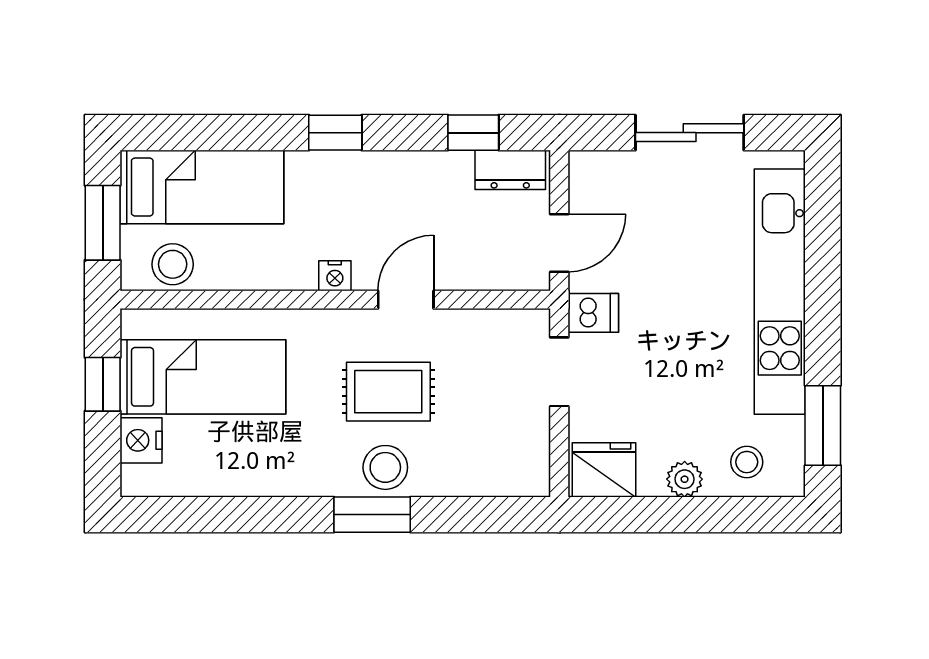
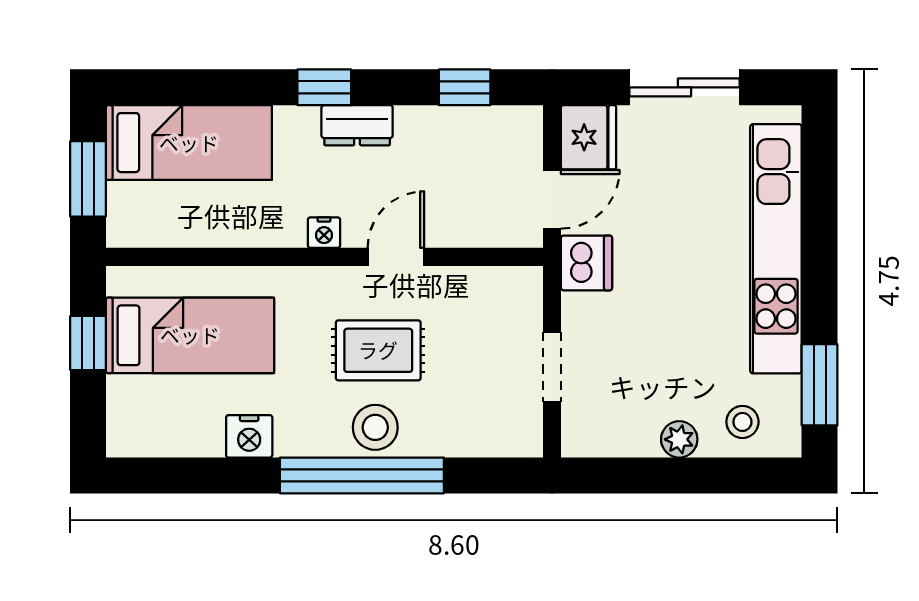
dresser: (510, 170) -> (357, 125), moved
stool: (173, 264) -> (159, 221), removed
dishwasher: (593, 313) -> (586, 263), width x1.38
doorway: (559, 372) -> (552, 367), moved
nightstand: (141, 440) -> (249, 436), moved, turned -90
fridge: (604, 470) -> (589, 137), moved, turned 90
window: (372, 515) -> (362, 475), width x2.11

